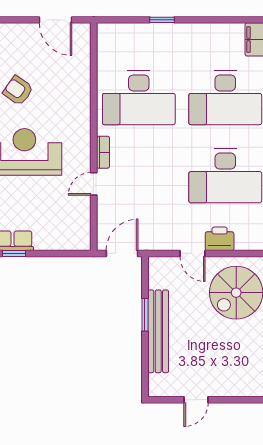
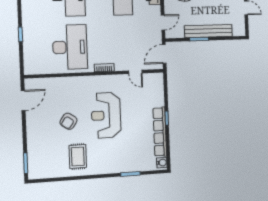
door: (94, 184) -> (135, 72), moved
door: (122, 253) -> (164, 54), hinge flipped
door: (192, 253) -> (163, 22), moved

